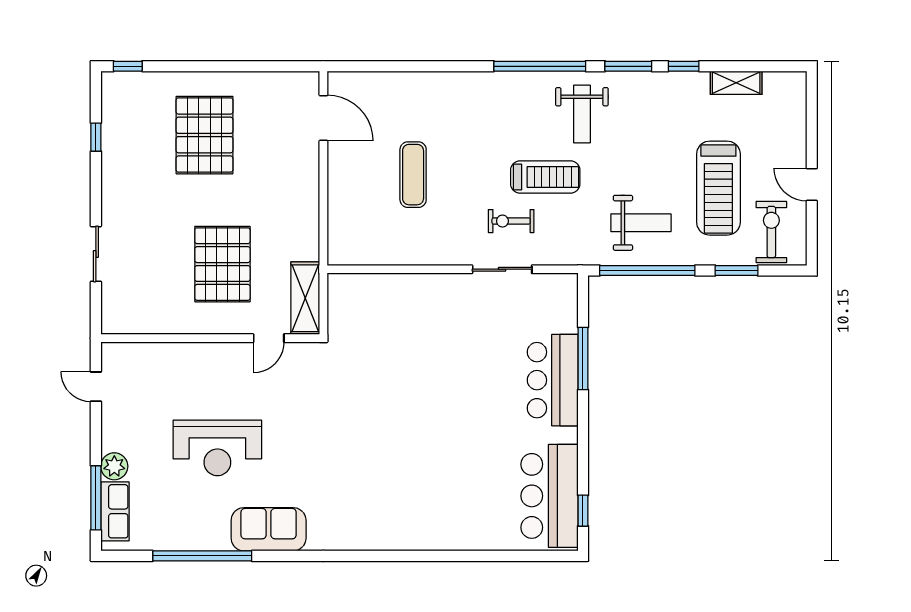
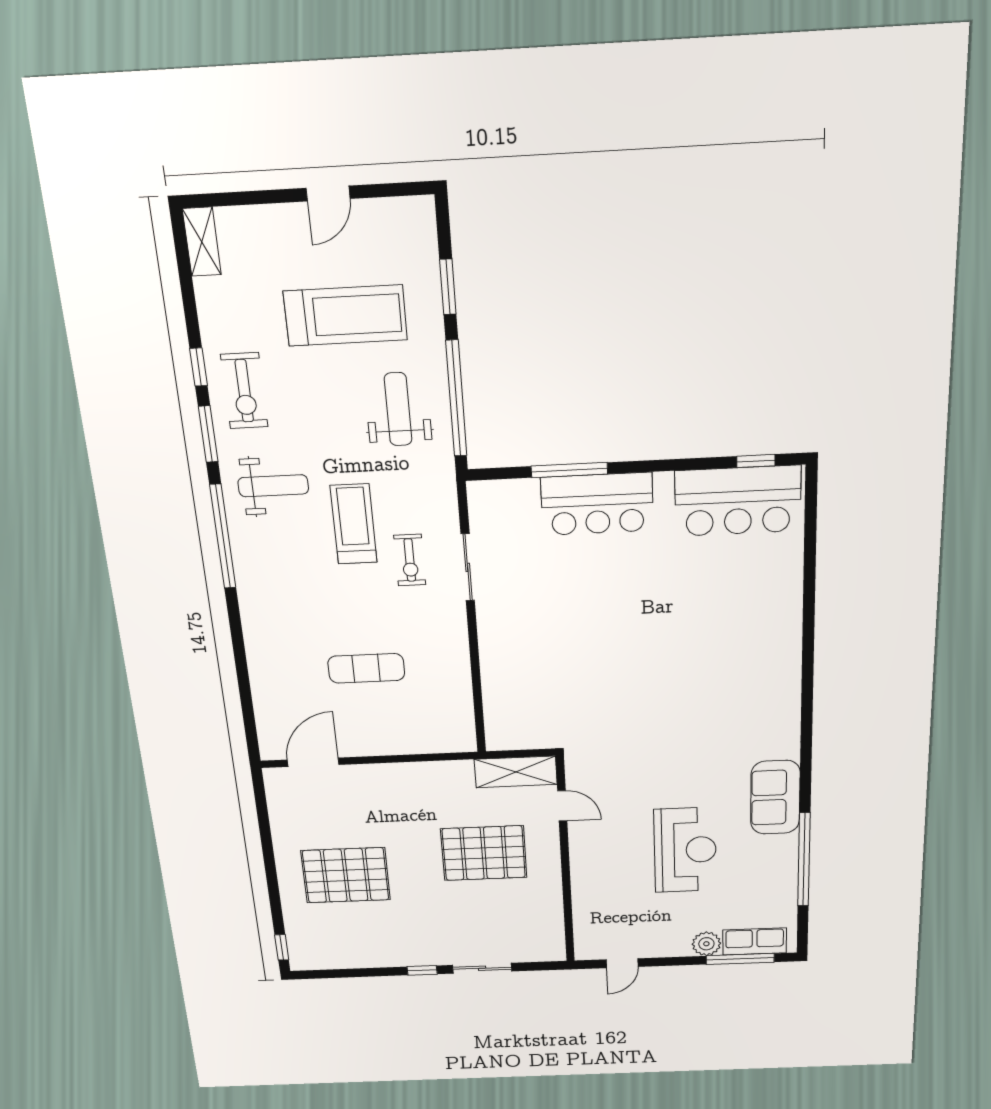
shelving: (736, 83) -> (202, 242), moved
window: (96, 137) -> (422, 970), moved
exercise bike: (771, 232) -> (244, 391), moved, turned -90

